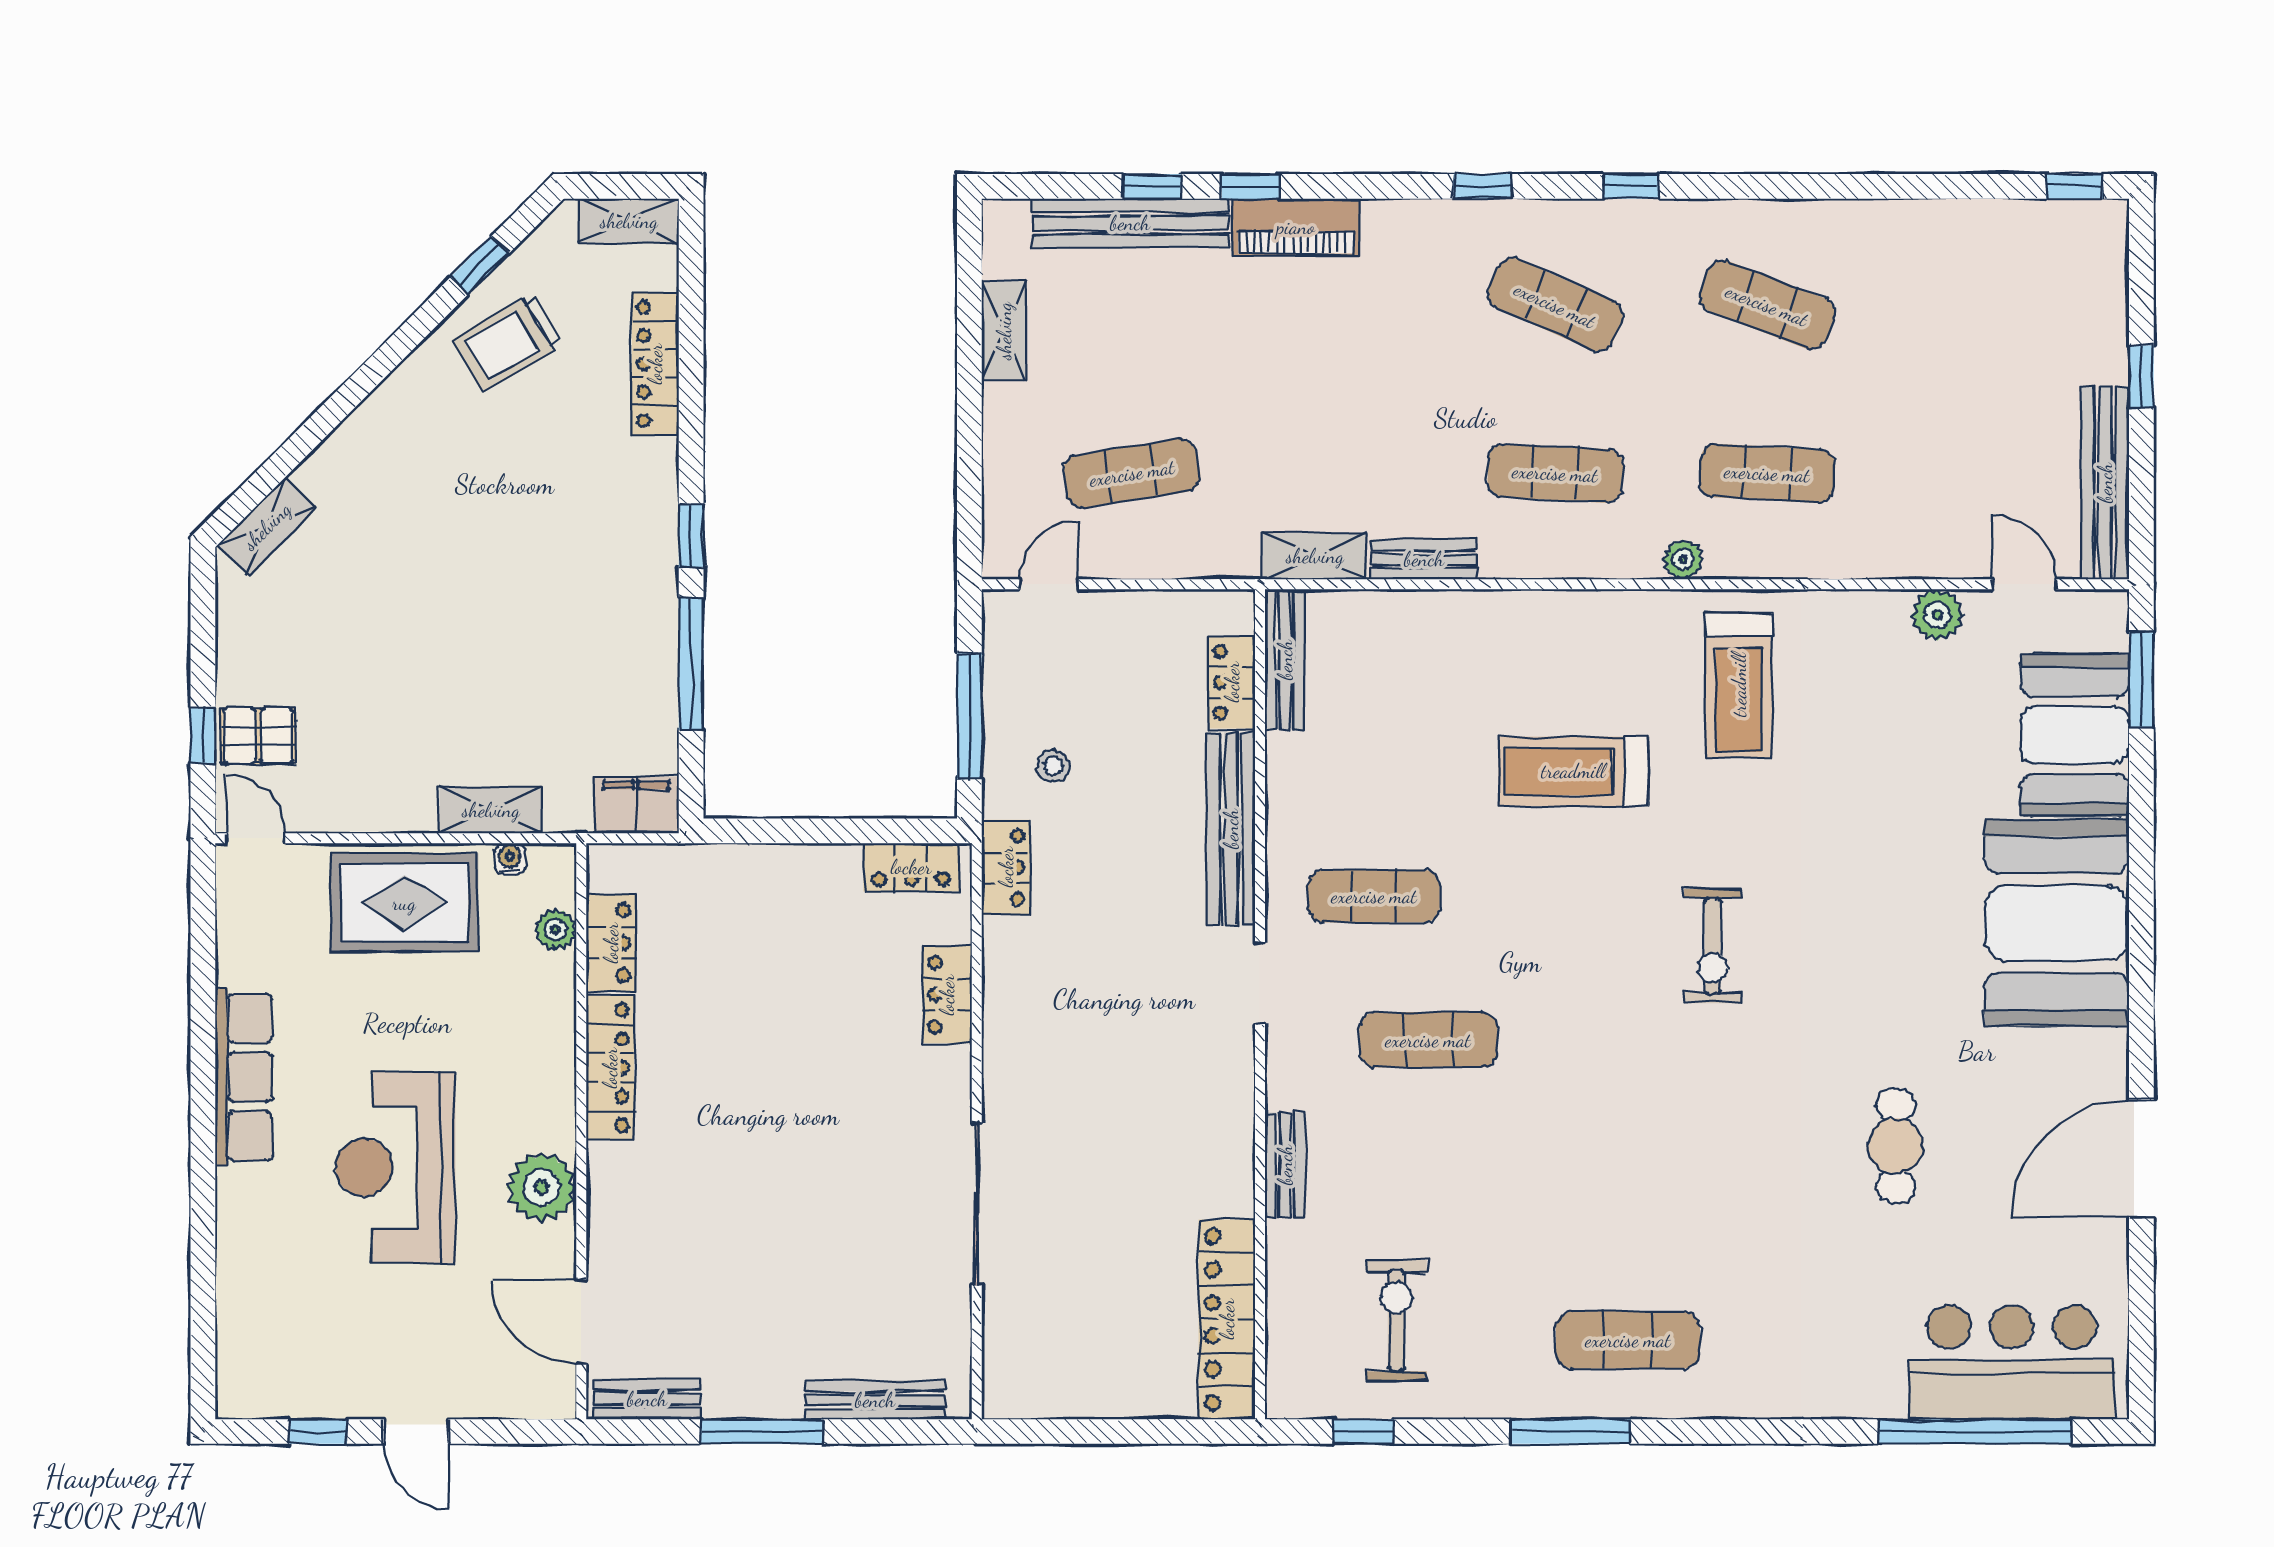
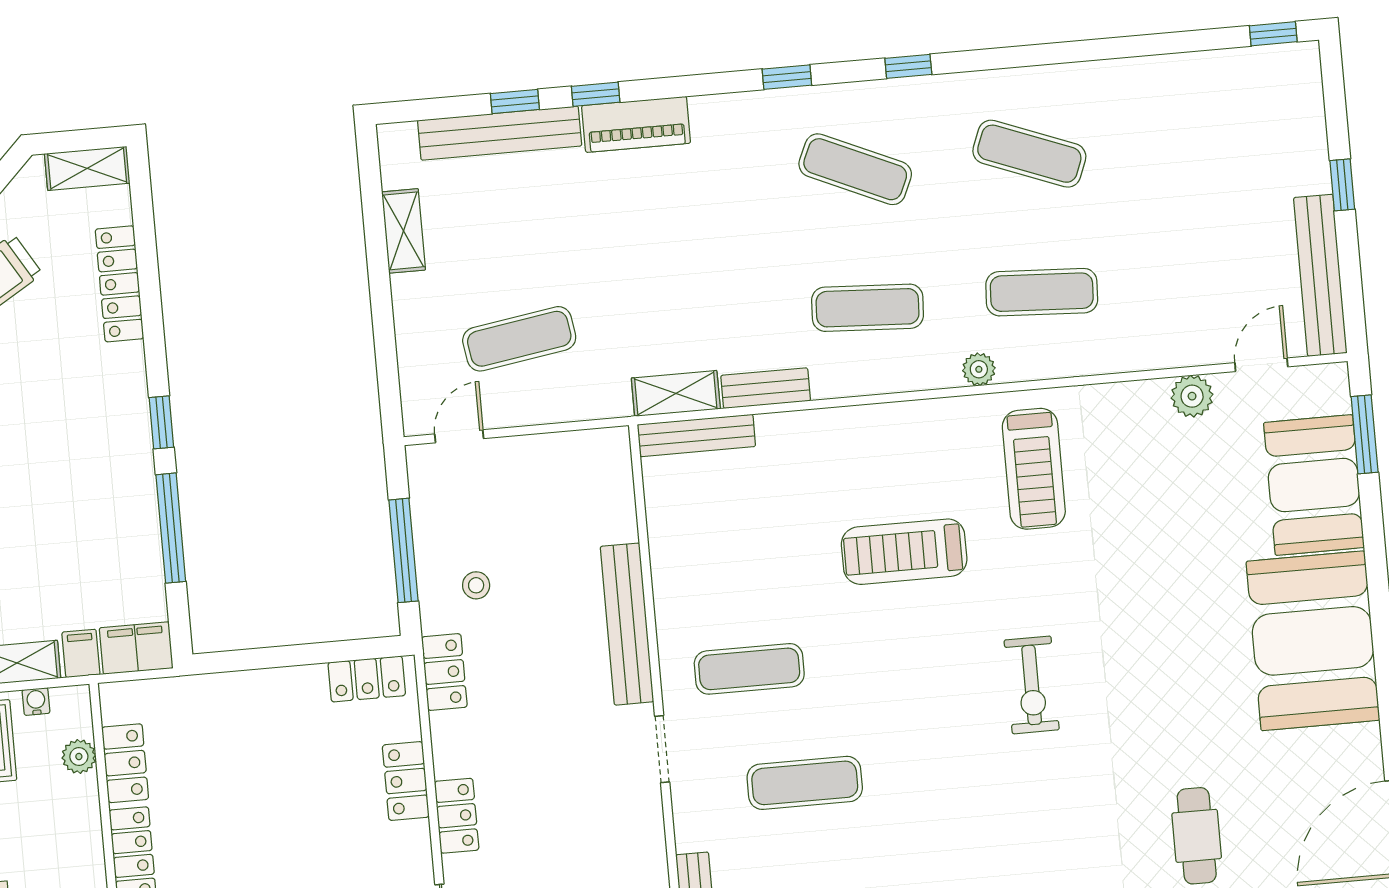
door: (2024, 584) -> (1261, 365), hinge flipped
bench: (1285, 660) -> (696, 435), moved, turned 90
locker: (1232, 682) -> (457, 816), moved, turned 180
filing cabinet: (569, 806) -> (81, 653), added

